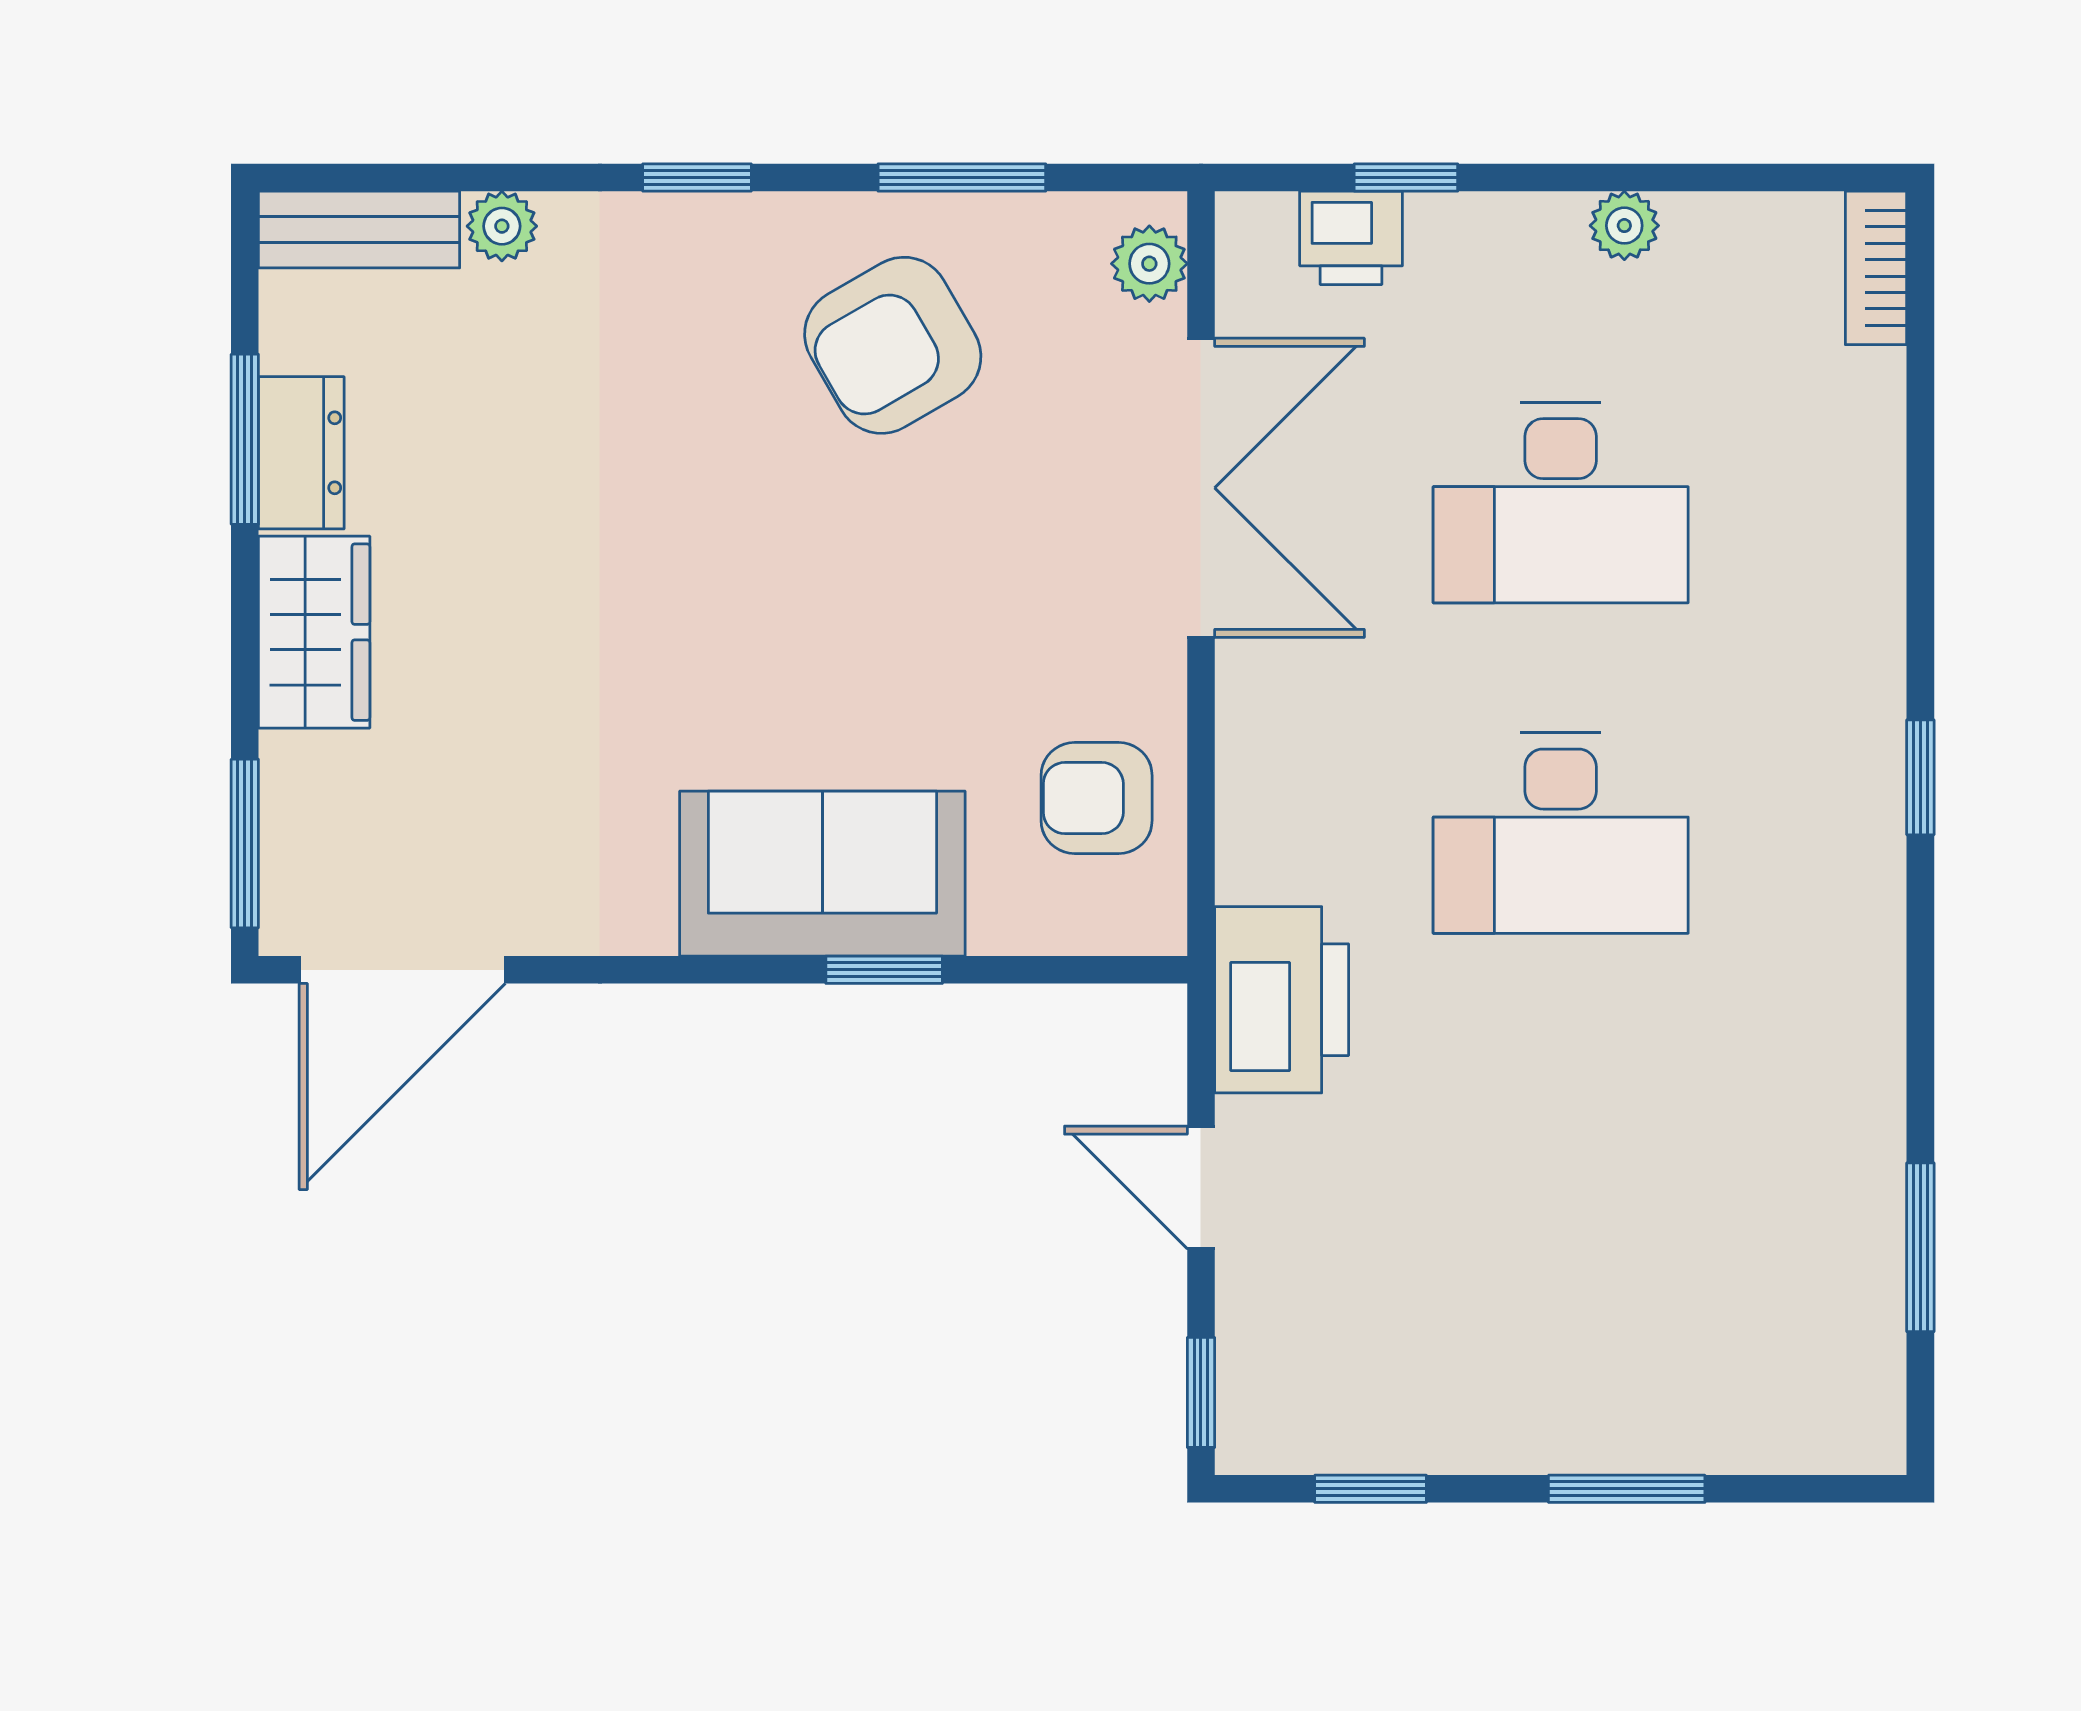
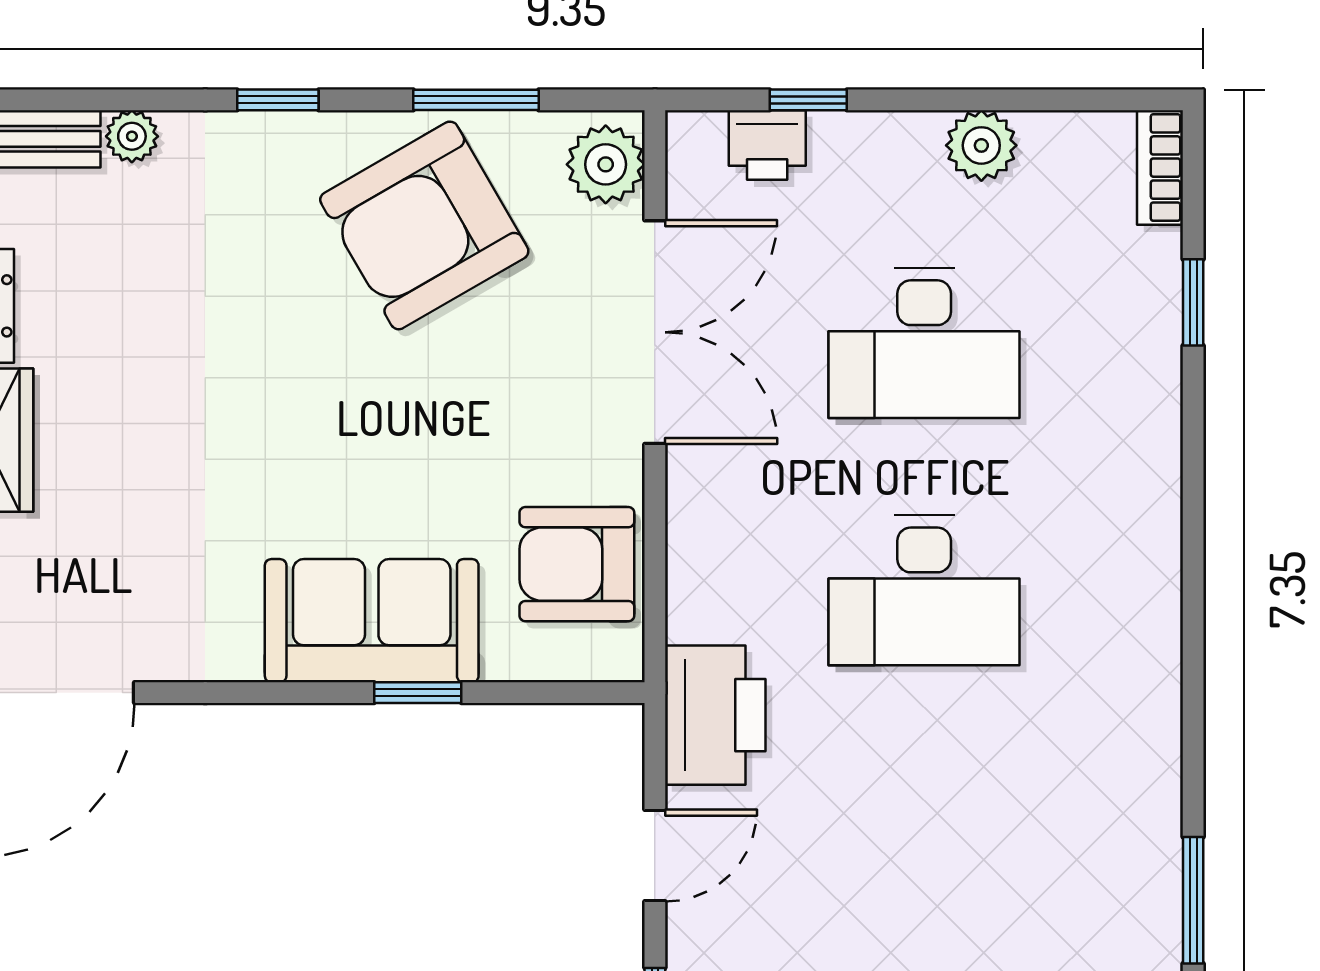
plant: (1624, 226) -> (981, 145), width x1.38, depth x1.38
plant: (1149, 264) -> (606, 164), width x1.38, depth x1.38
armchair: (893, 345) -> (424, 225), width x1.36, depth x1.36
window: (1920, 777) -> (1193, 302), moved
armchair: (1097, 798) -> (577, 564), width x1.38, depth x1.38
door: (1201, 1187) -> (655, 855), swing flipped

